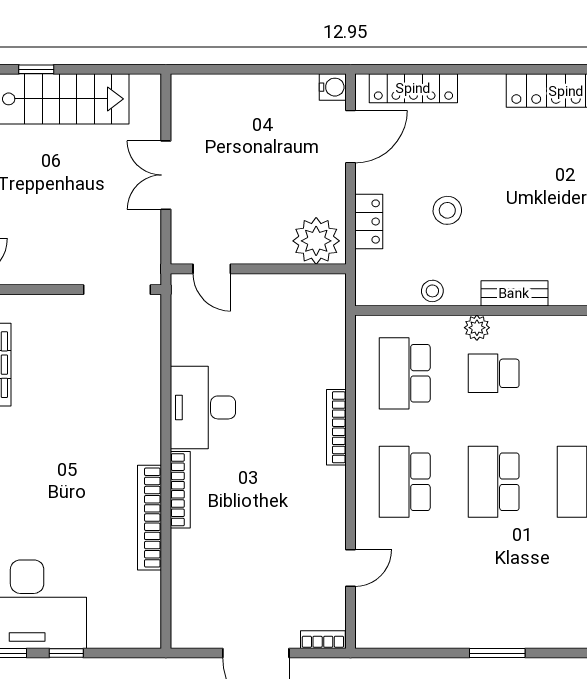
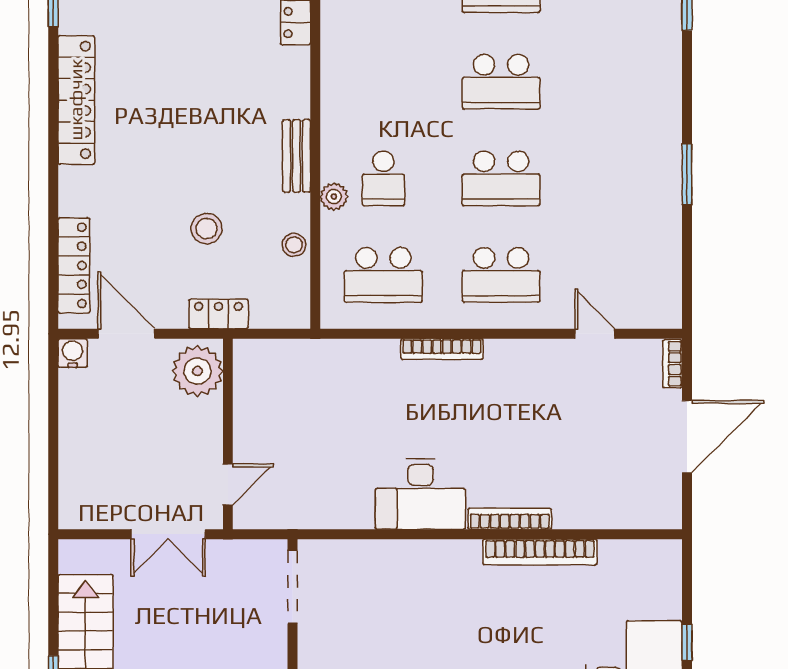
plant: (316, 241) -> (197, 371), moved
door: (212, 269) -> (228, 484), moved
wall: (258, 269) -> (228, 434), moved

